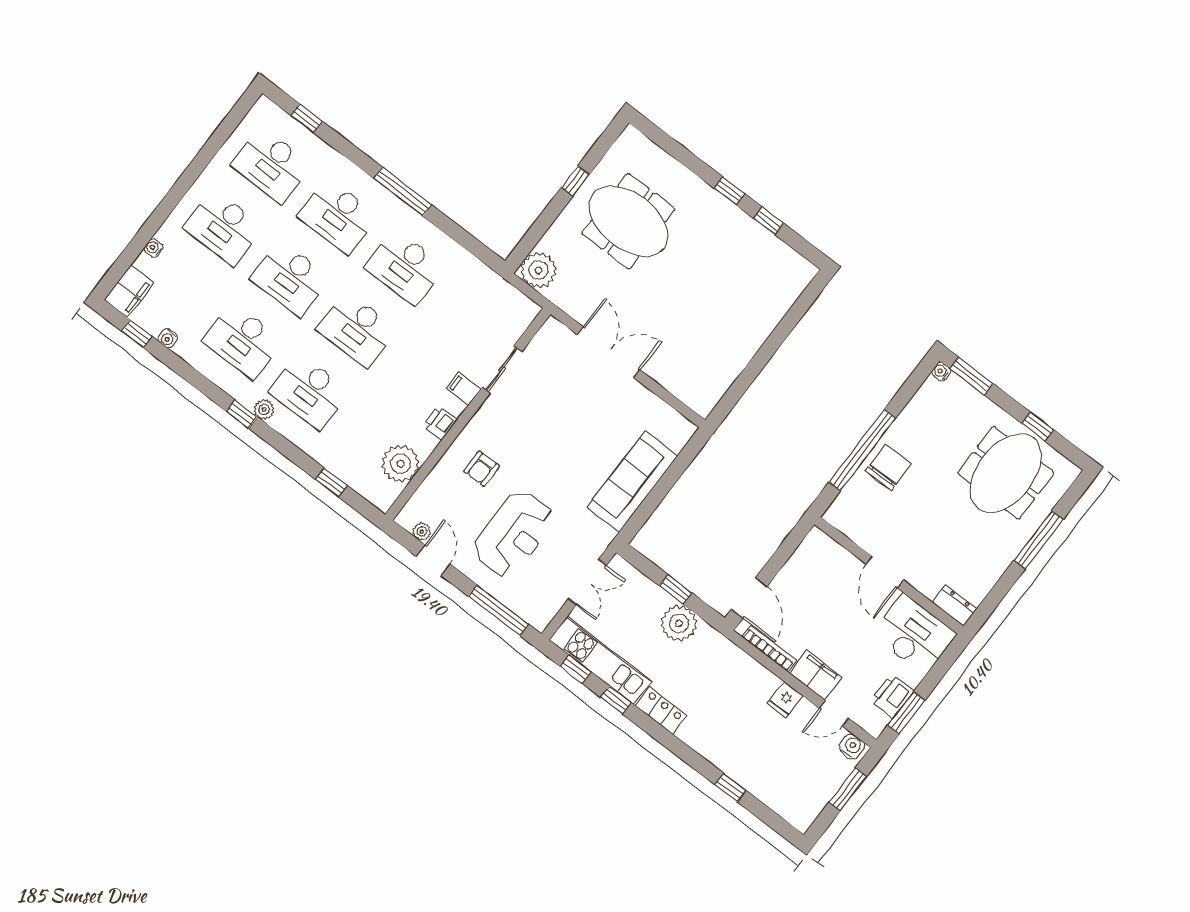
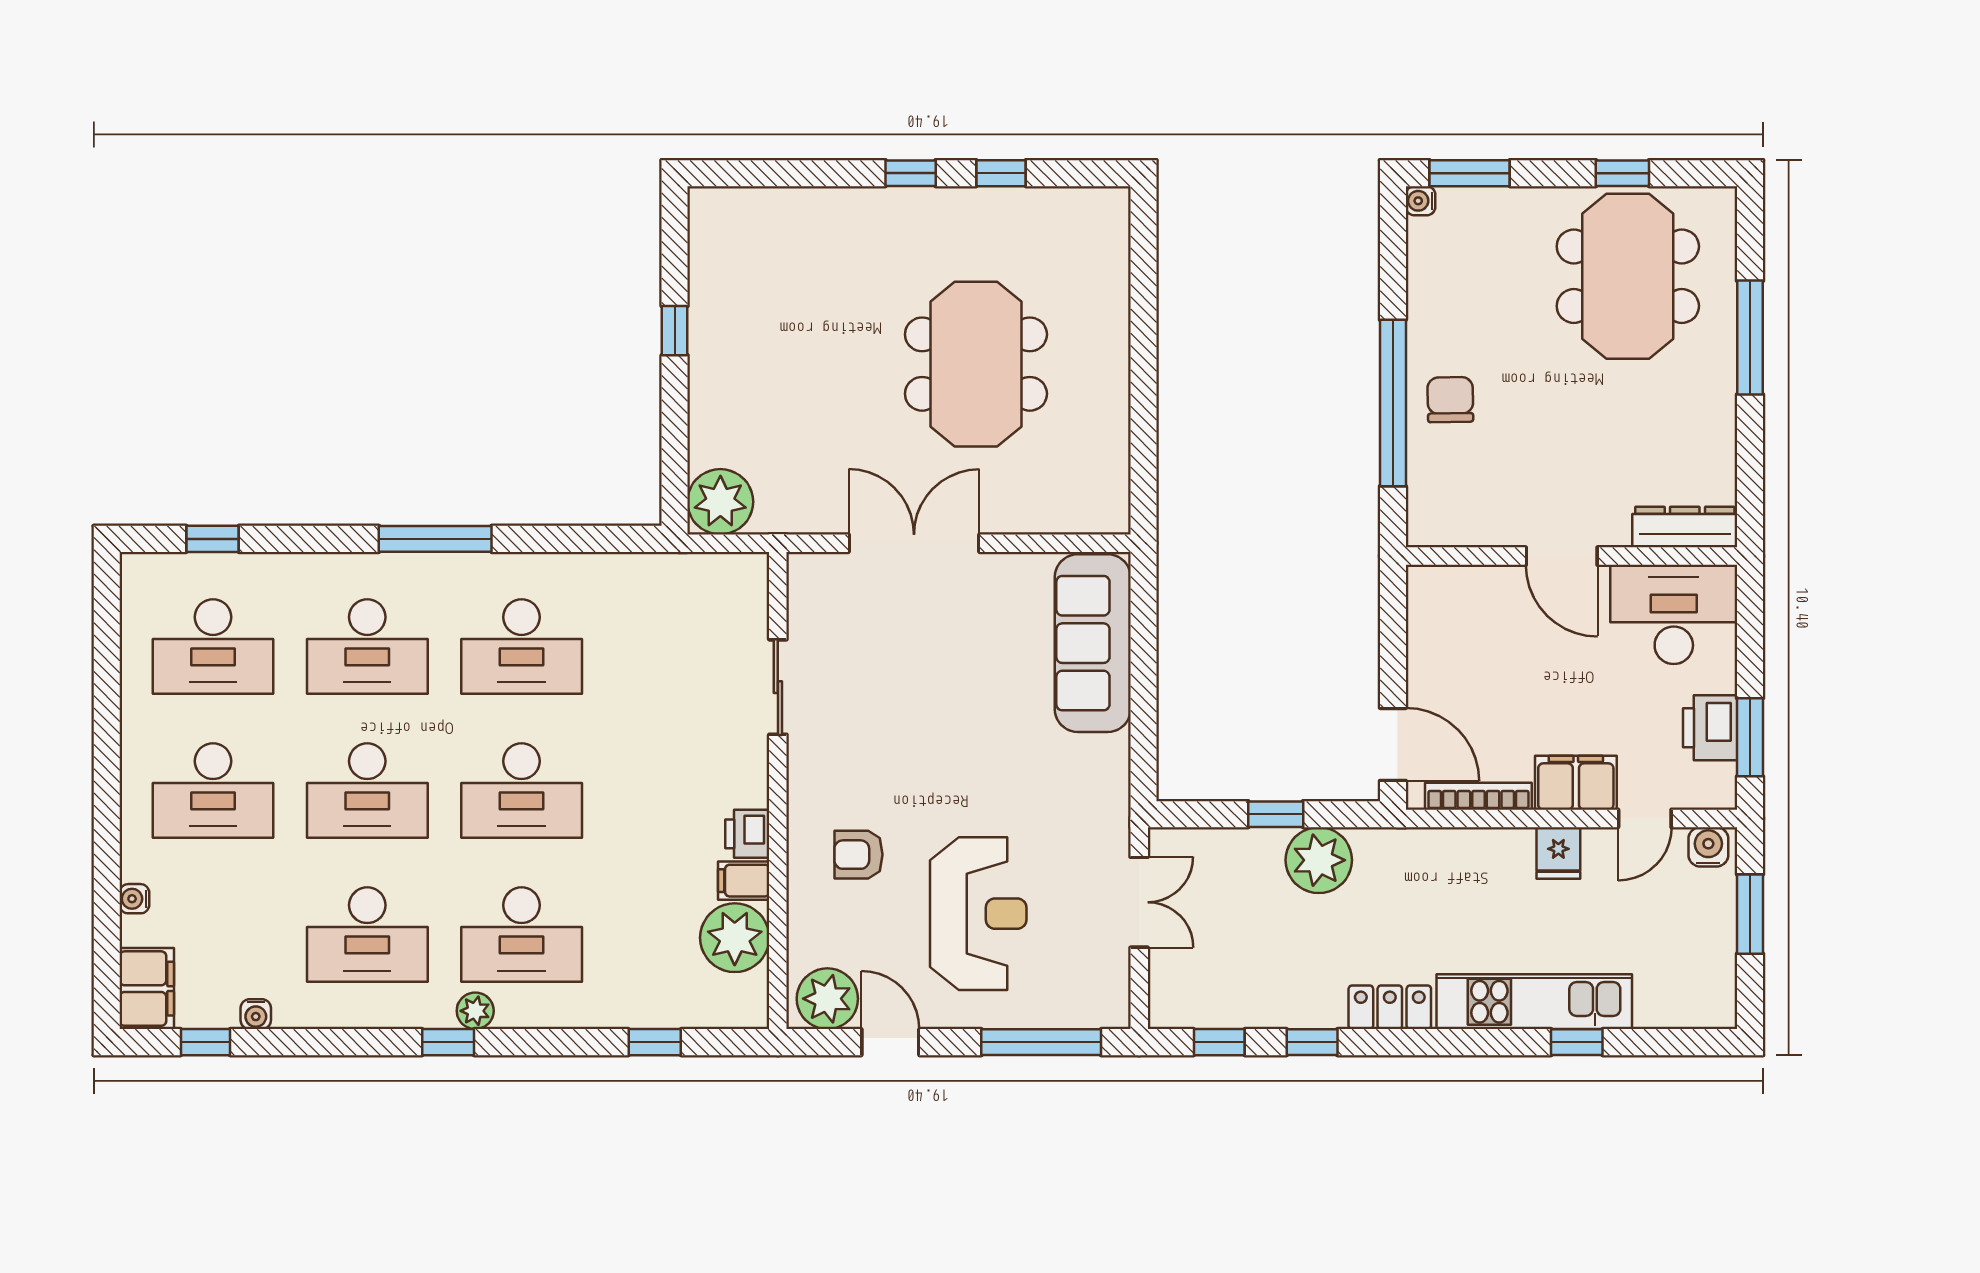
meeting table: (628, 221) -> (976, 364), moved, turned 90
filing cabinet: (464, 389) -> (744, 881), moved
chair: (888, 468) -> (1450, 400), width x0.73, depth x0.73
armchair: (482, 469) -> (859, 855), turned 90
sofa: (632, 482) -> (1093, 643), moved
plant: (422, 532) -> (827, 999), width x1.88, depth x1.88
dresser: (954, 606) -> (1685, 527), width x1.44
kitchen unit: (600, 660) -> (1534, 1002), moved

